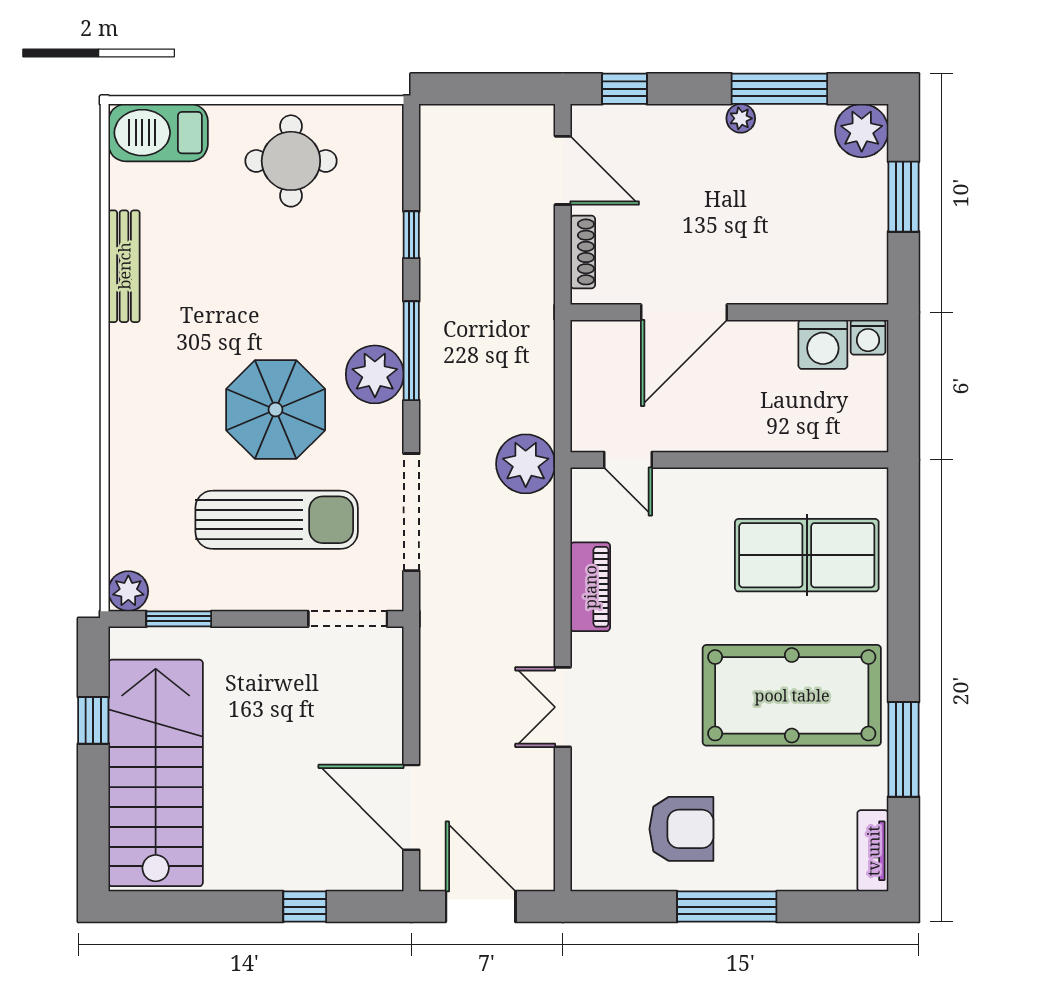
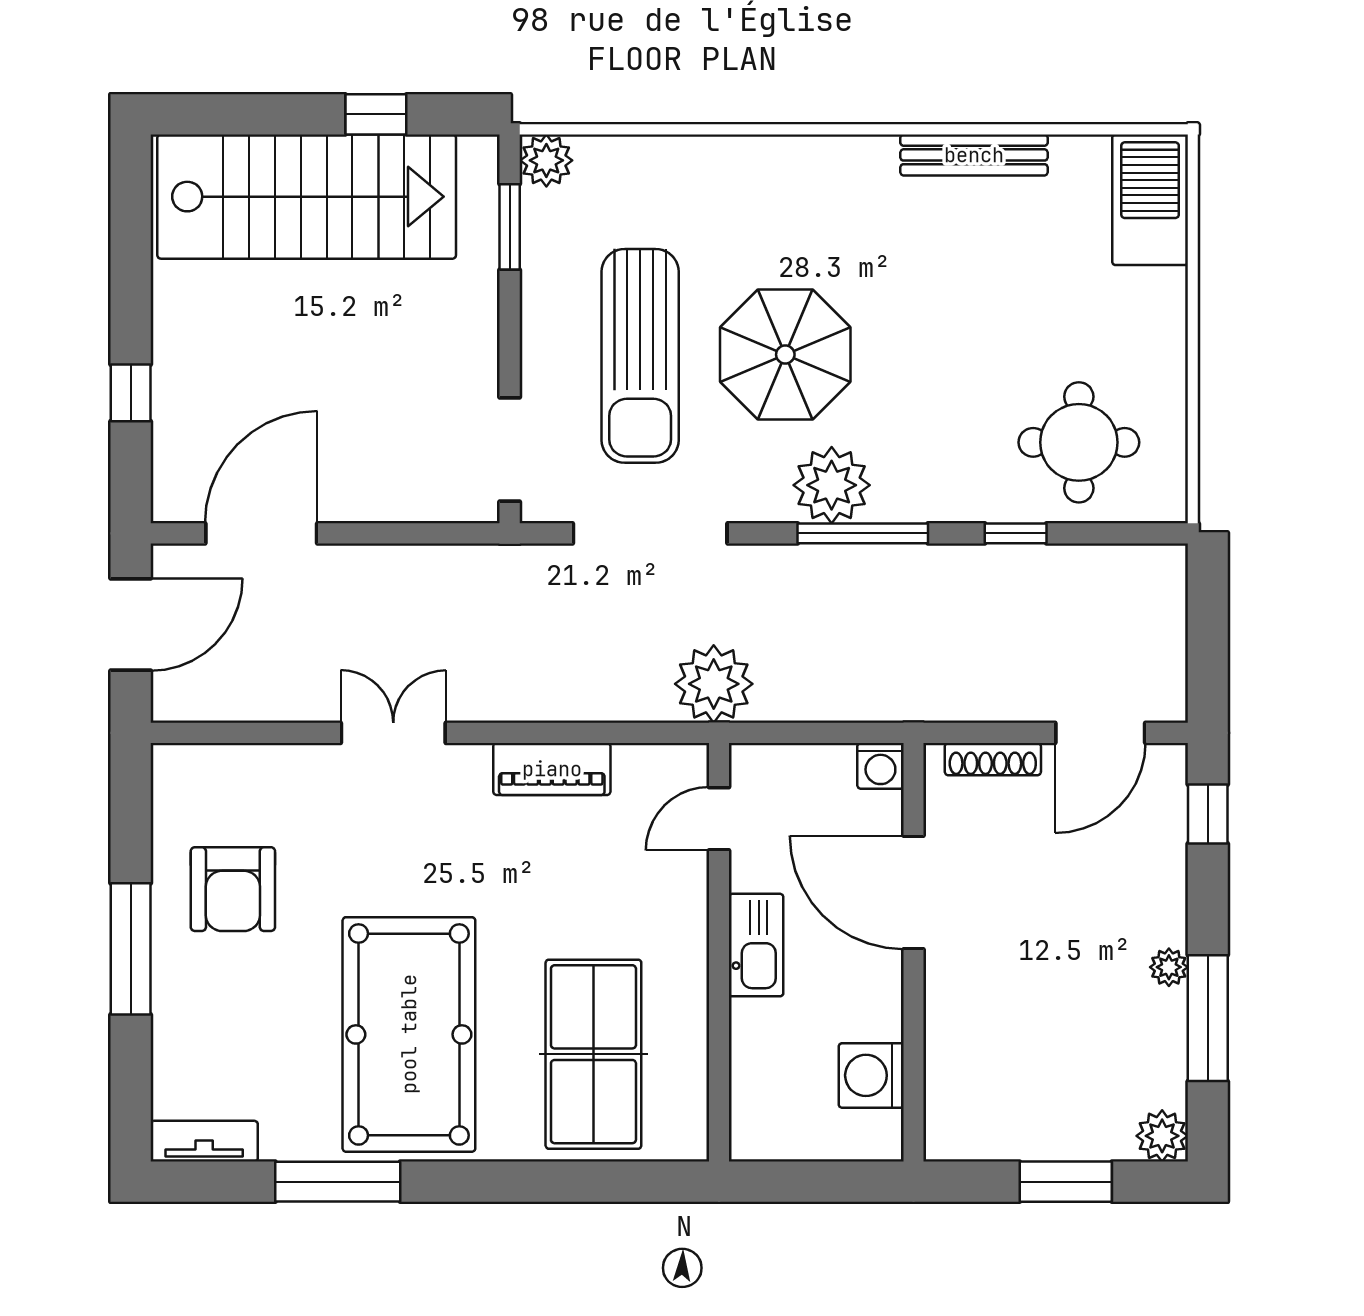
plant: (862, 131) -> (1162, 1136), width x0.73, depth x0.73
round table: (291, 161) -> (1079, 442), moved
washing machine: (868, 337) -> (880, 766), moved, turned -90
kitchen sink: (724, 432) -> (756, 945), added

